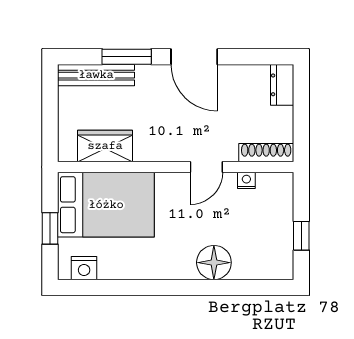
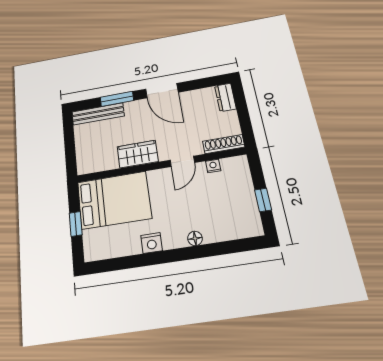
wardrobe: (105, 146) -> (138, 154), moved
floor lamp: (214, 263) -> (195, 238), width x0.53, depth x0.53
nightstand: (84, 268) -> (152, 243), moved

